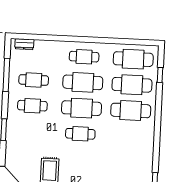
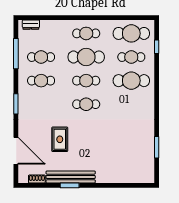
cafe table: (132, 85) -> (131, 57), width x0.73, depth x0.74
cafe table: (82, 108) -> (86, 81), width x0.73, depth x0.74

